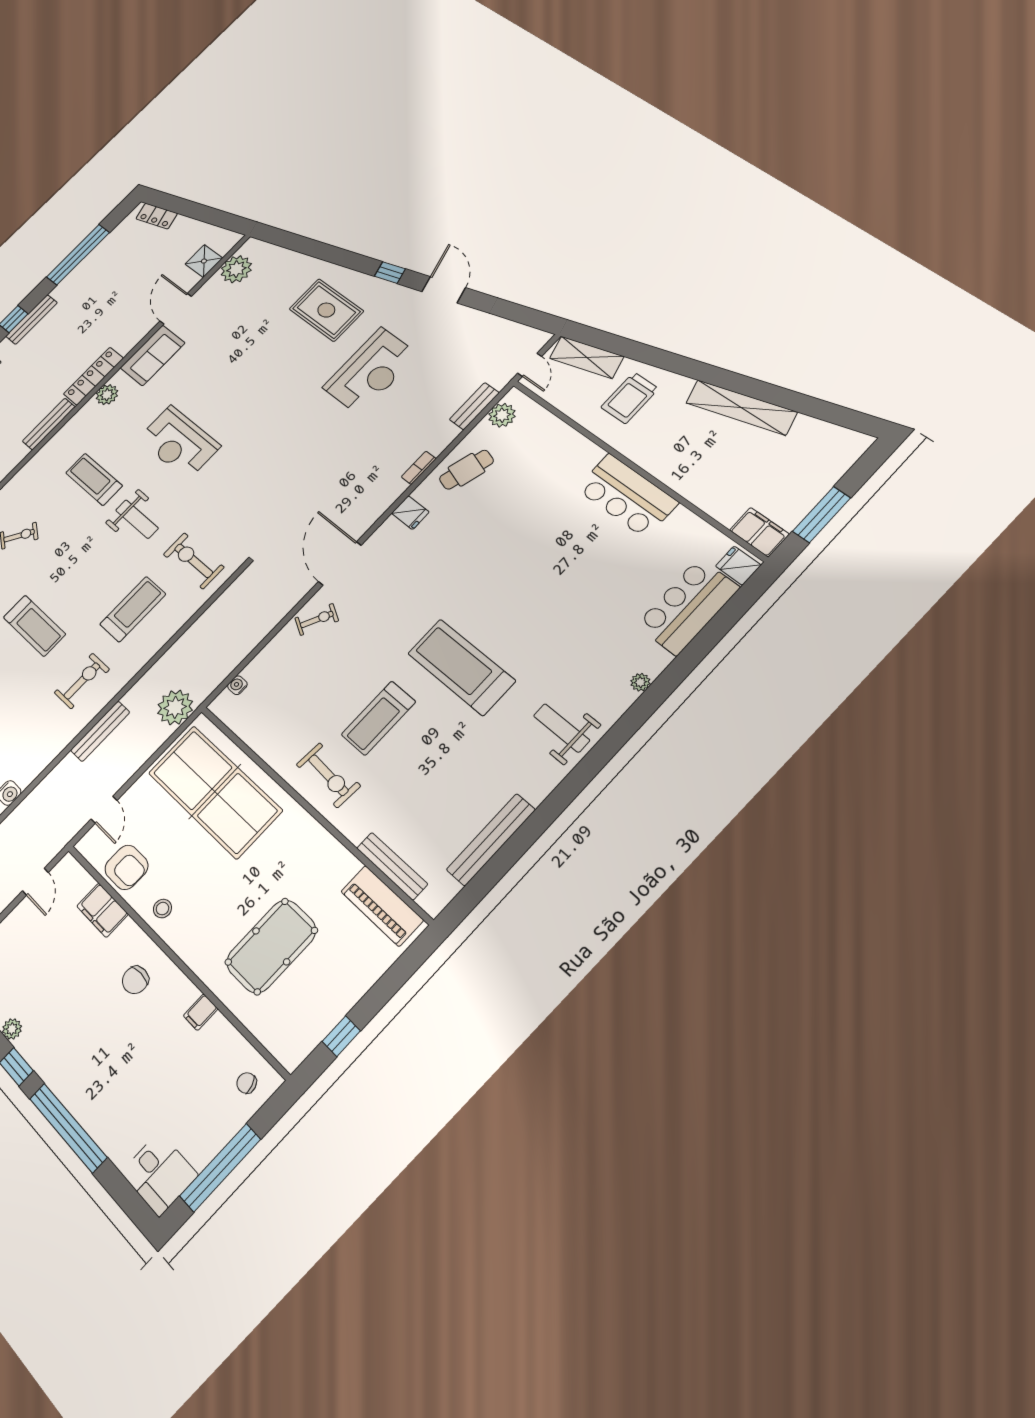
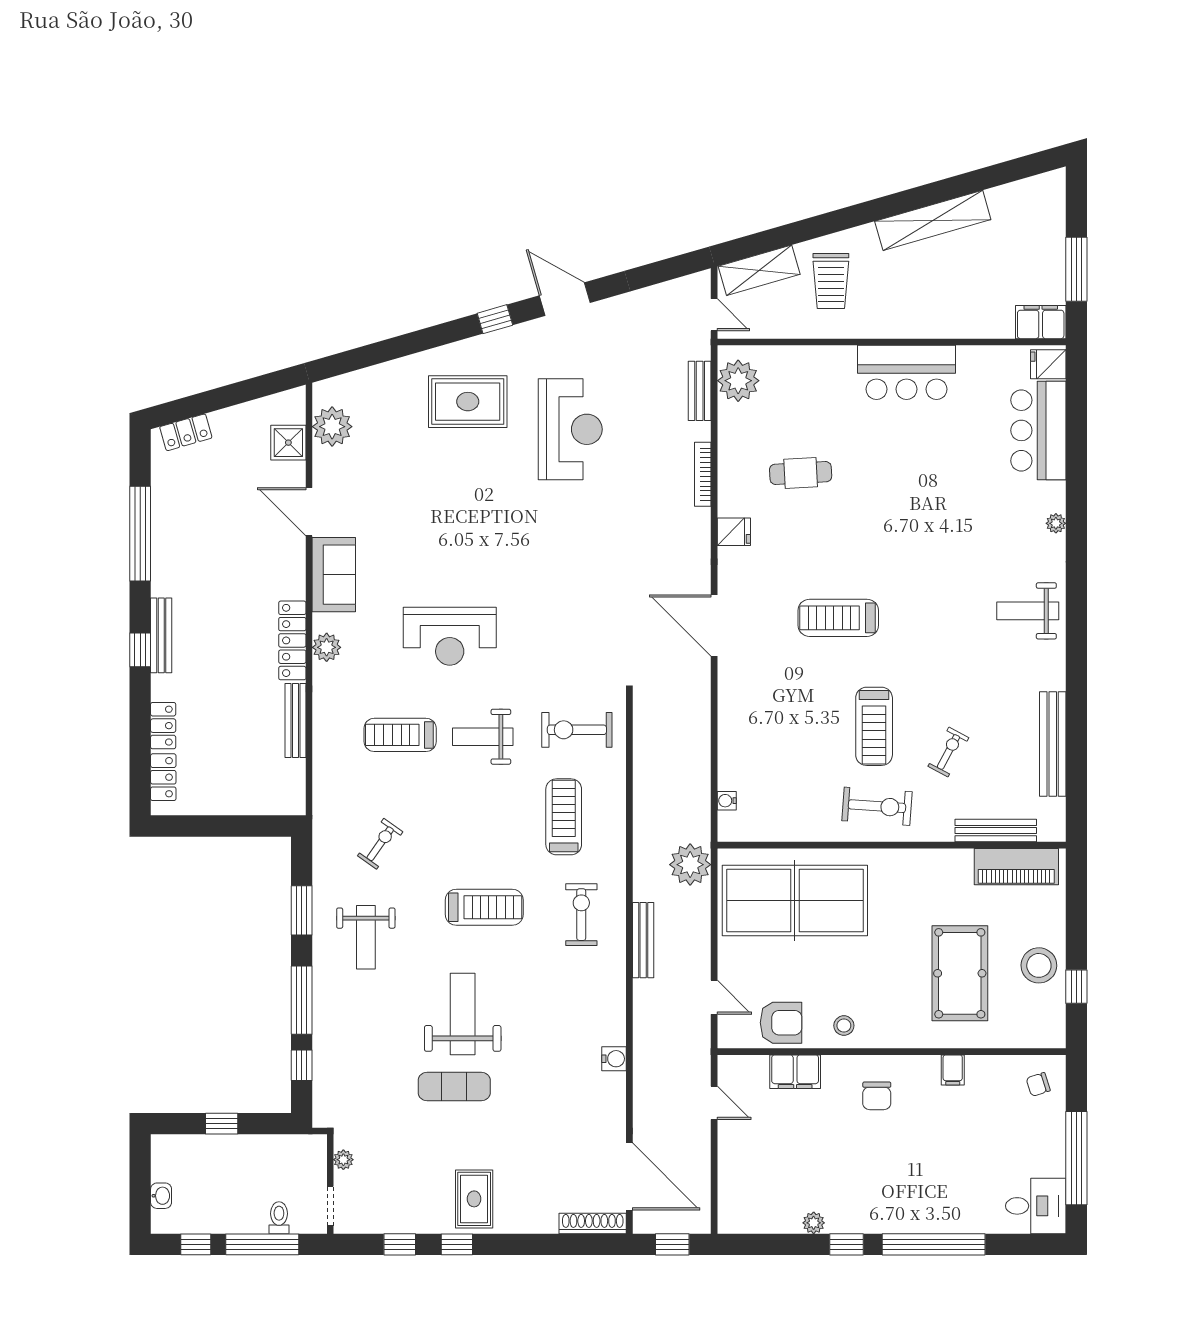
plant: (502, 415) -> (738, 381), width x1.36, depth x1.36
bookcase: (419, 468) -> (703, 474), width x1.56
cafe table: (466, 470) -> (801, 473), moved, turned 70
weight bench: (137, 519) -> (483, 737), turned 180
exercise bike: (317, 619) -> (948, 752), moved
treadmill: (461, 667) -> (838, 618), moved, width x0.73, depth x0.73
stool: (330, 994) -> (1039, 965), added

